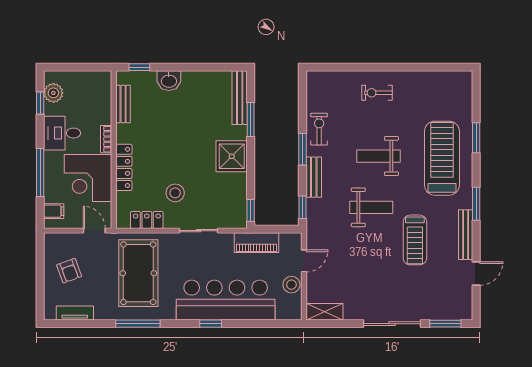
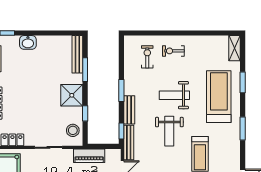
shelving: (464, 89) -> (235, 48), added
exercise bike: (319, 129) -> (147, 57), moved
stool: (175, 193) -> (73, 130), moved
weight bench: (371, 207) -> (169, 131), turned 90
window: (251, 210) -> (85, 113), moved
bench: (466, 235) -> (129, 142), moved

